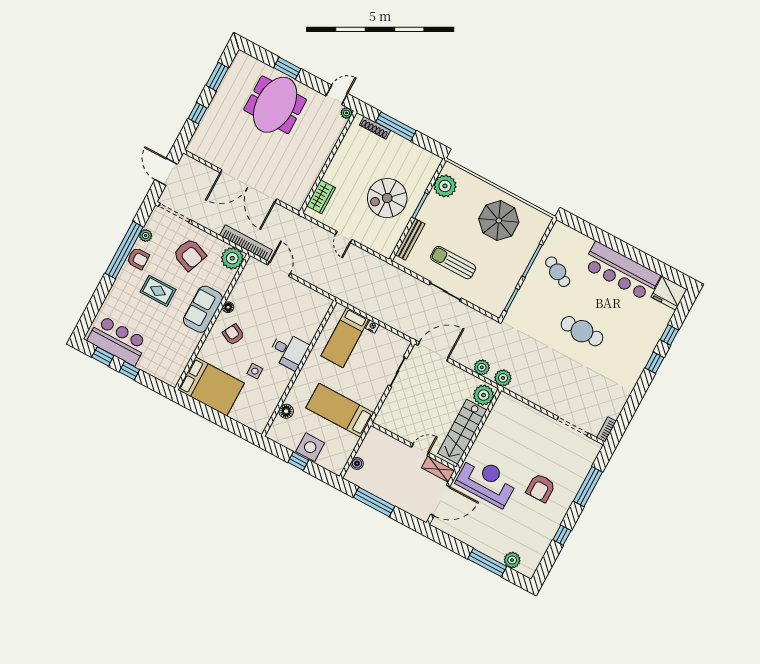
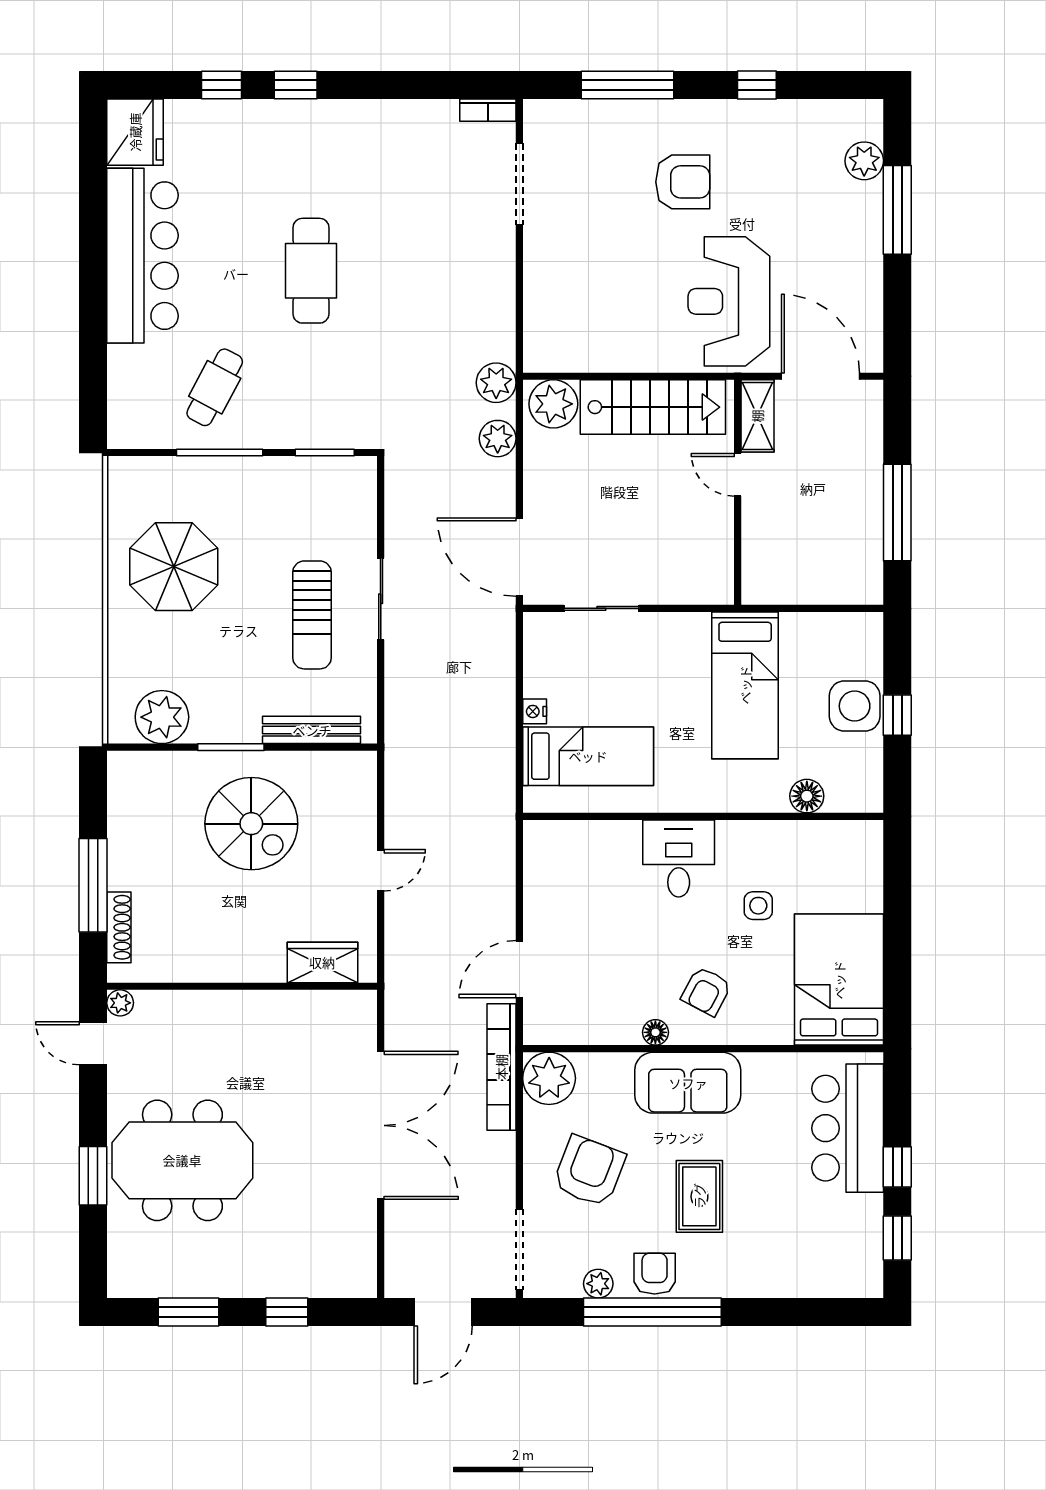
bar counter: (118, 341) -> (848, 1128), moved
boiler: (357, 463) -> (836, 591), removed

